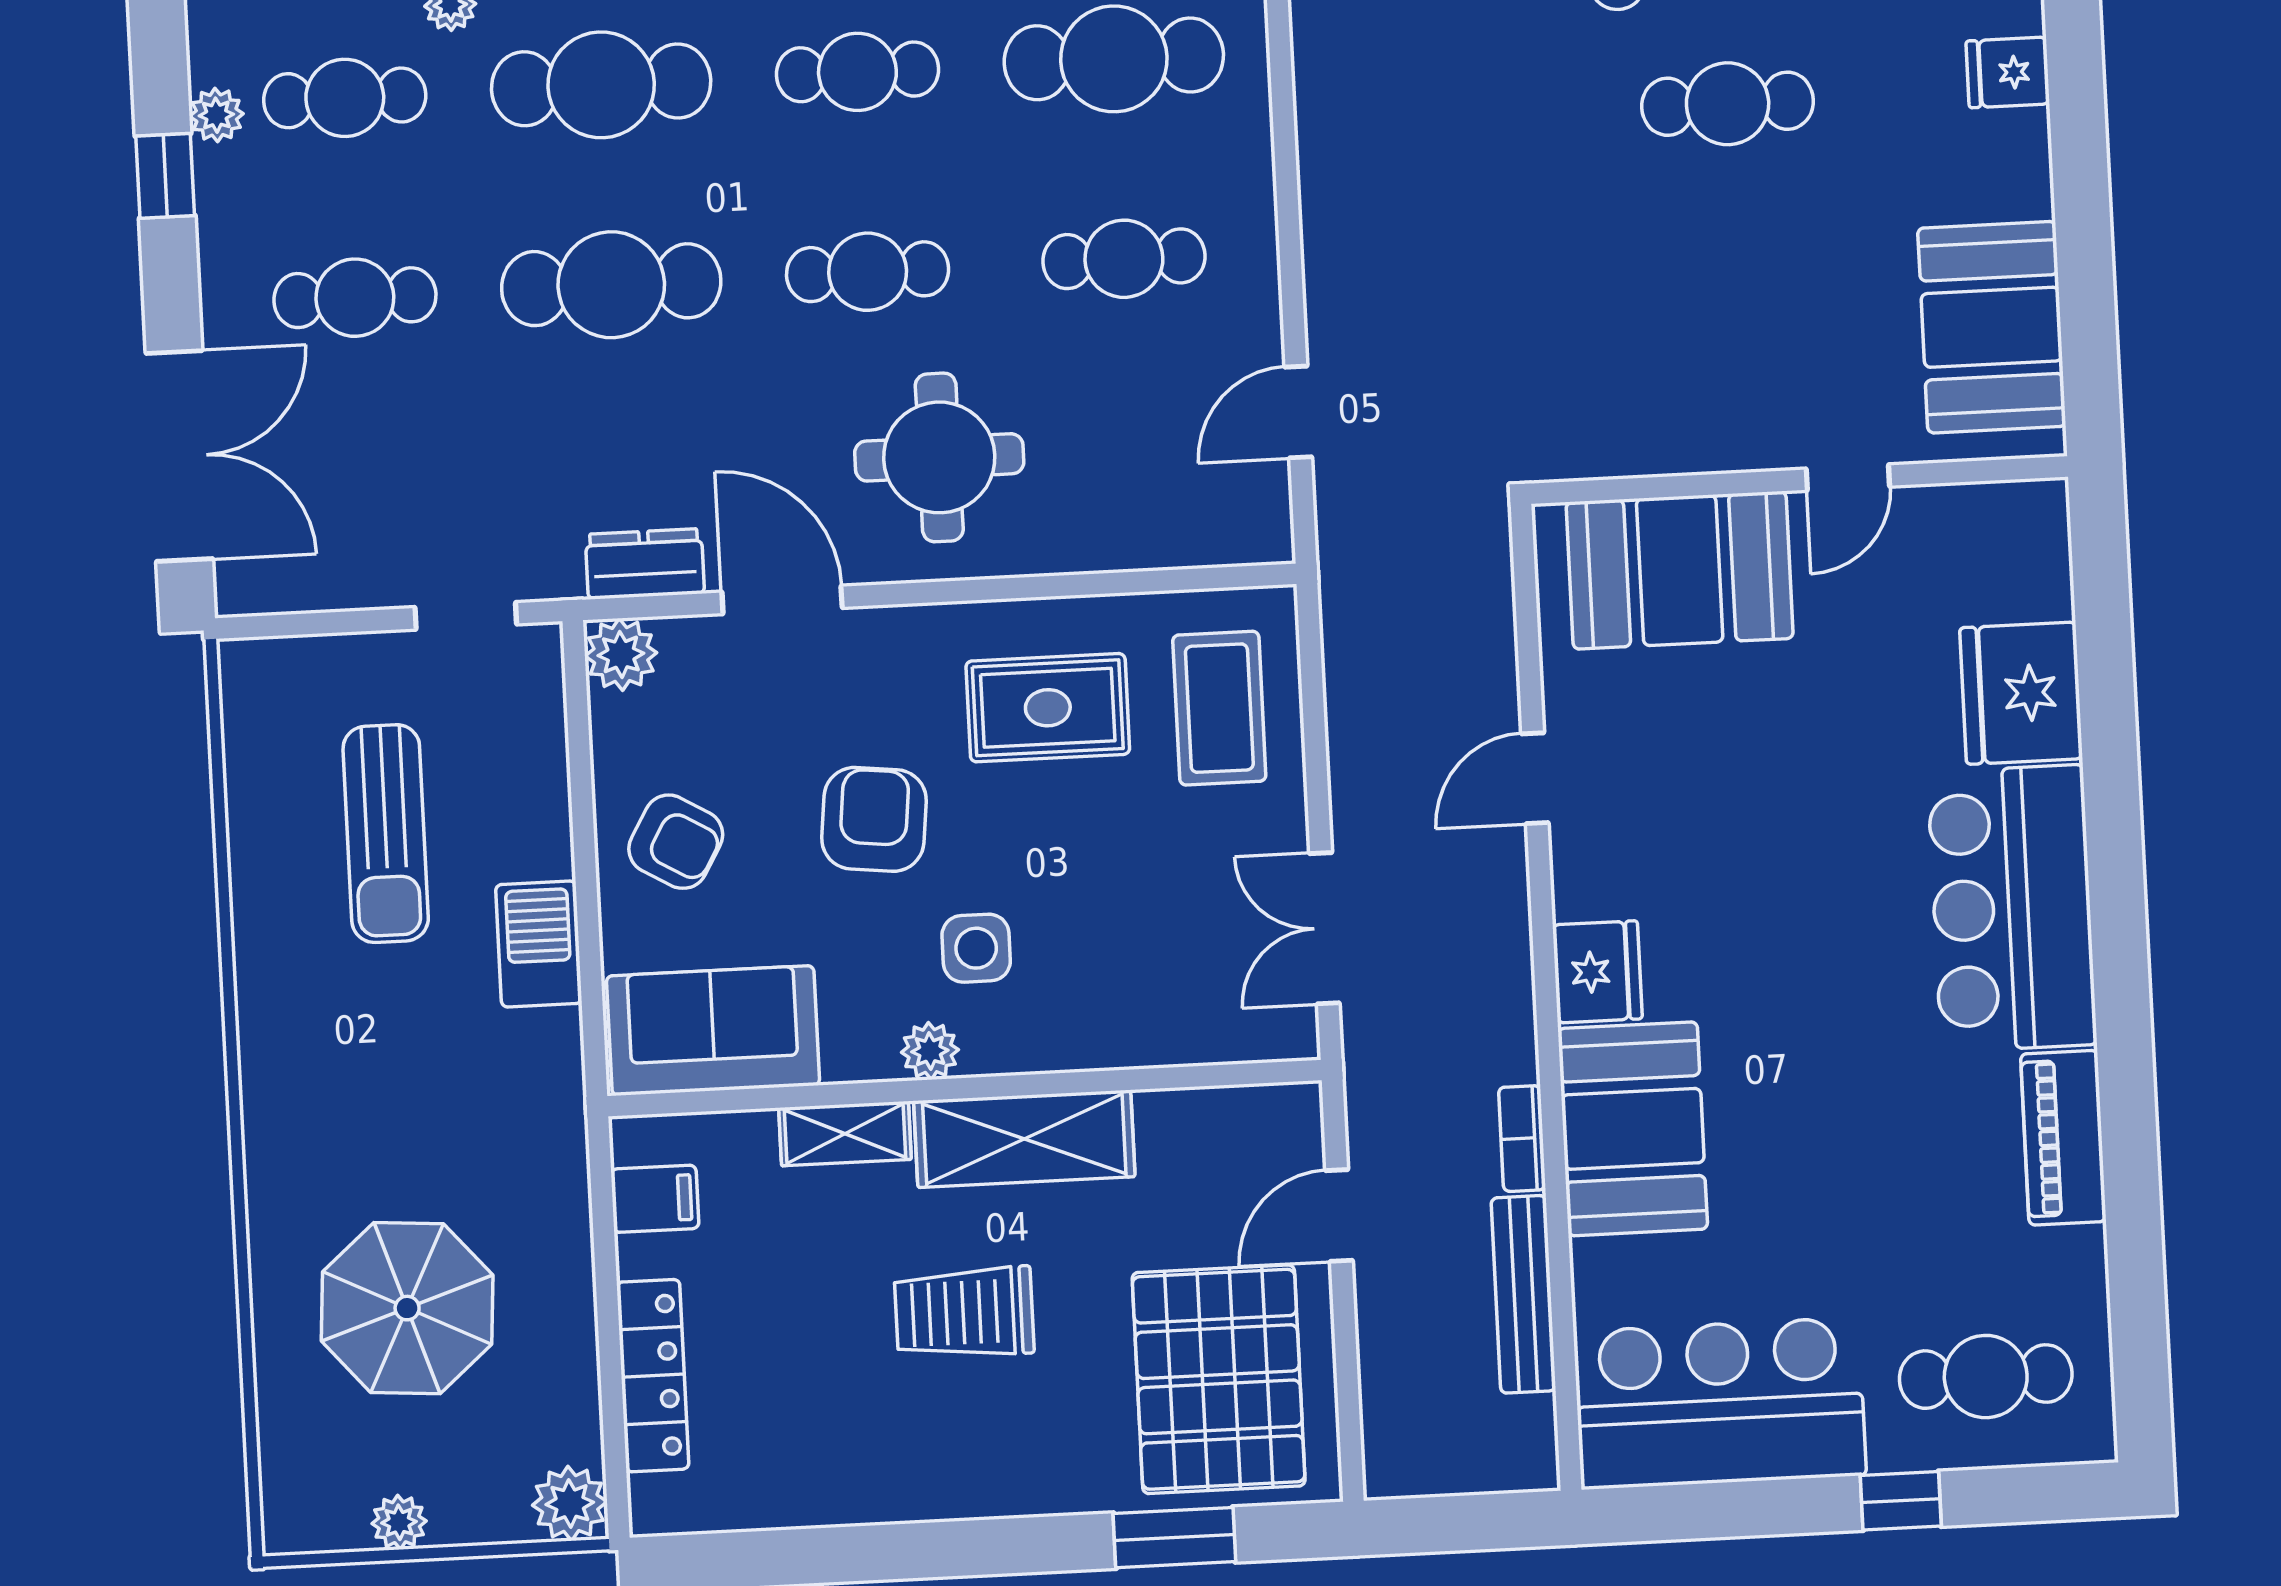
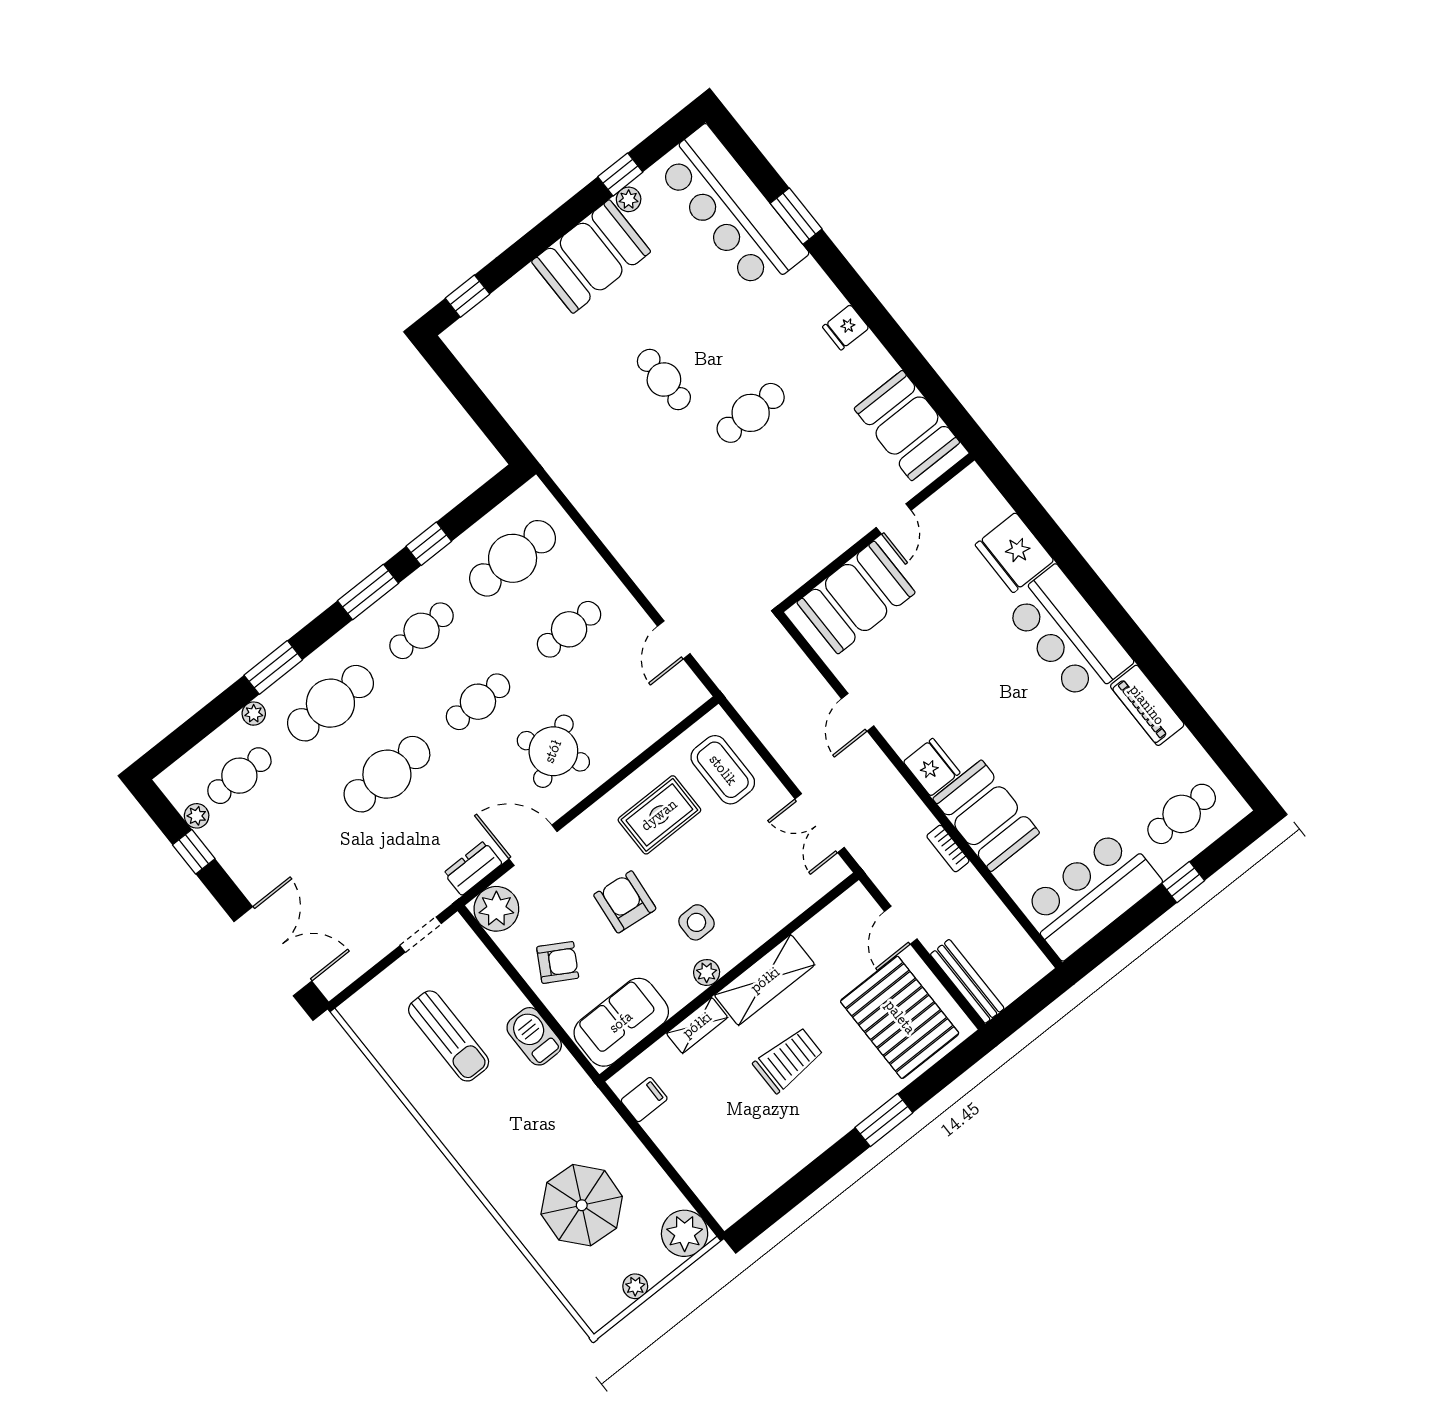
cafe table: (355, 298) -> (296, 847), removed
round table: (939, 457) -> (553, 751), turned -30
plant: (621, 654) -> (496, 909), width x1.36, depth x1.36
bench: (1523, 1294) -> (967, 981), moved
trolley: (964, 1313) -> (788, 1060), turned 180
locker: (653, 1376) -> (690, 1165), removed
plant: (570, 1503) -> (685, 1233), width x1.36, depth x1.36
window: (1174, 1538) -> (884, 1120), moved

